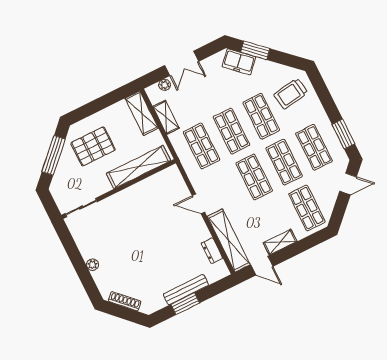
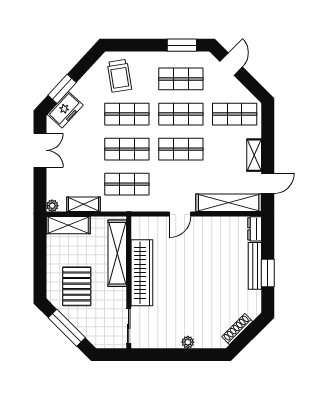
double door: (182, 63) -> (40, 150), moved
plant: (165, 85) -> (52, 206), moved
wardrobe: (132, 196) -> (142, 273), added
dresser: (212, 251) -> (255, 229), moved, turned 90

